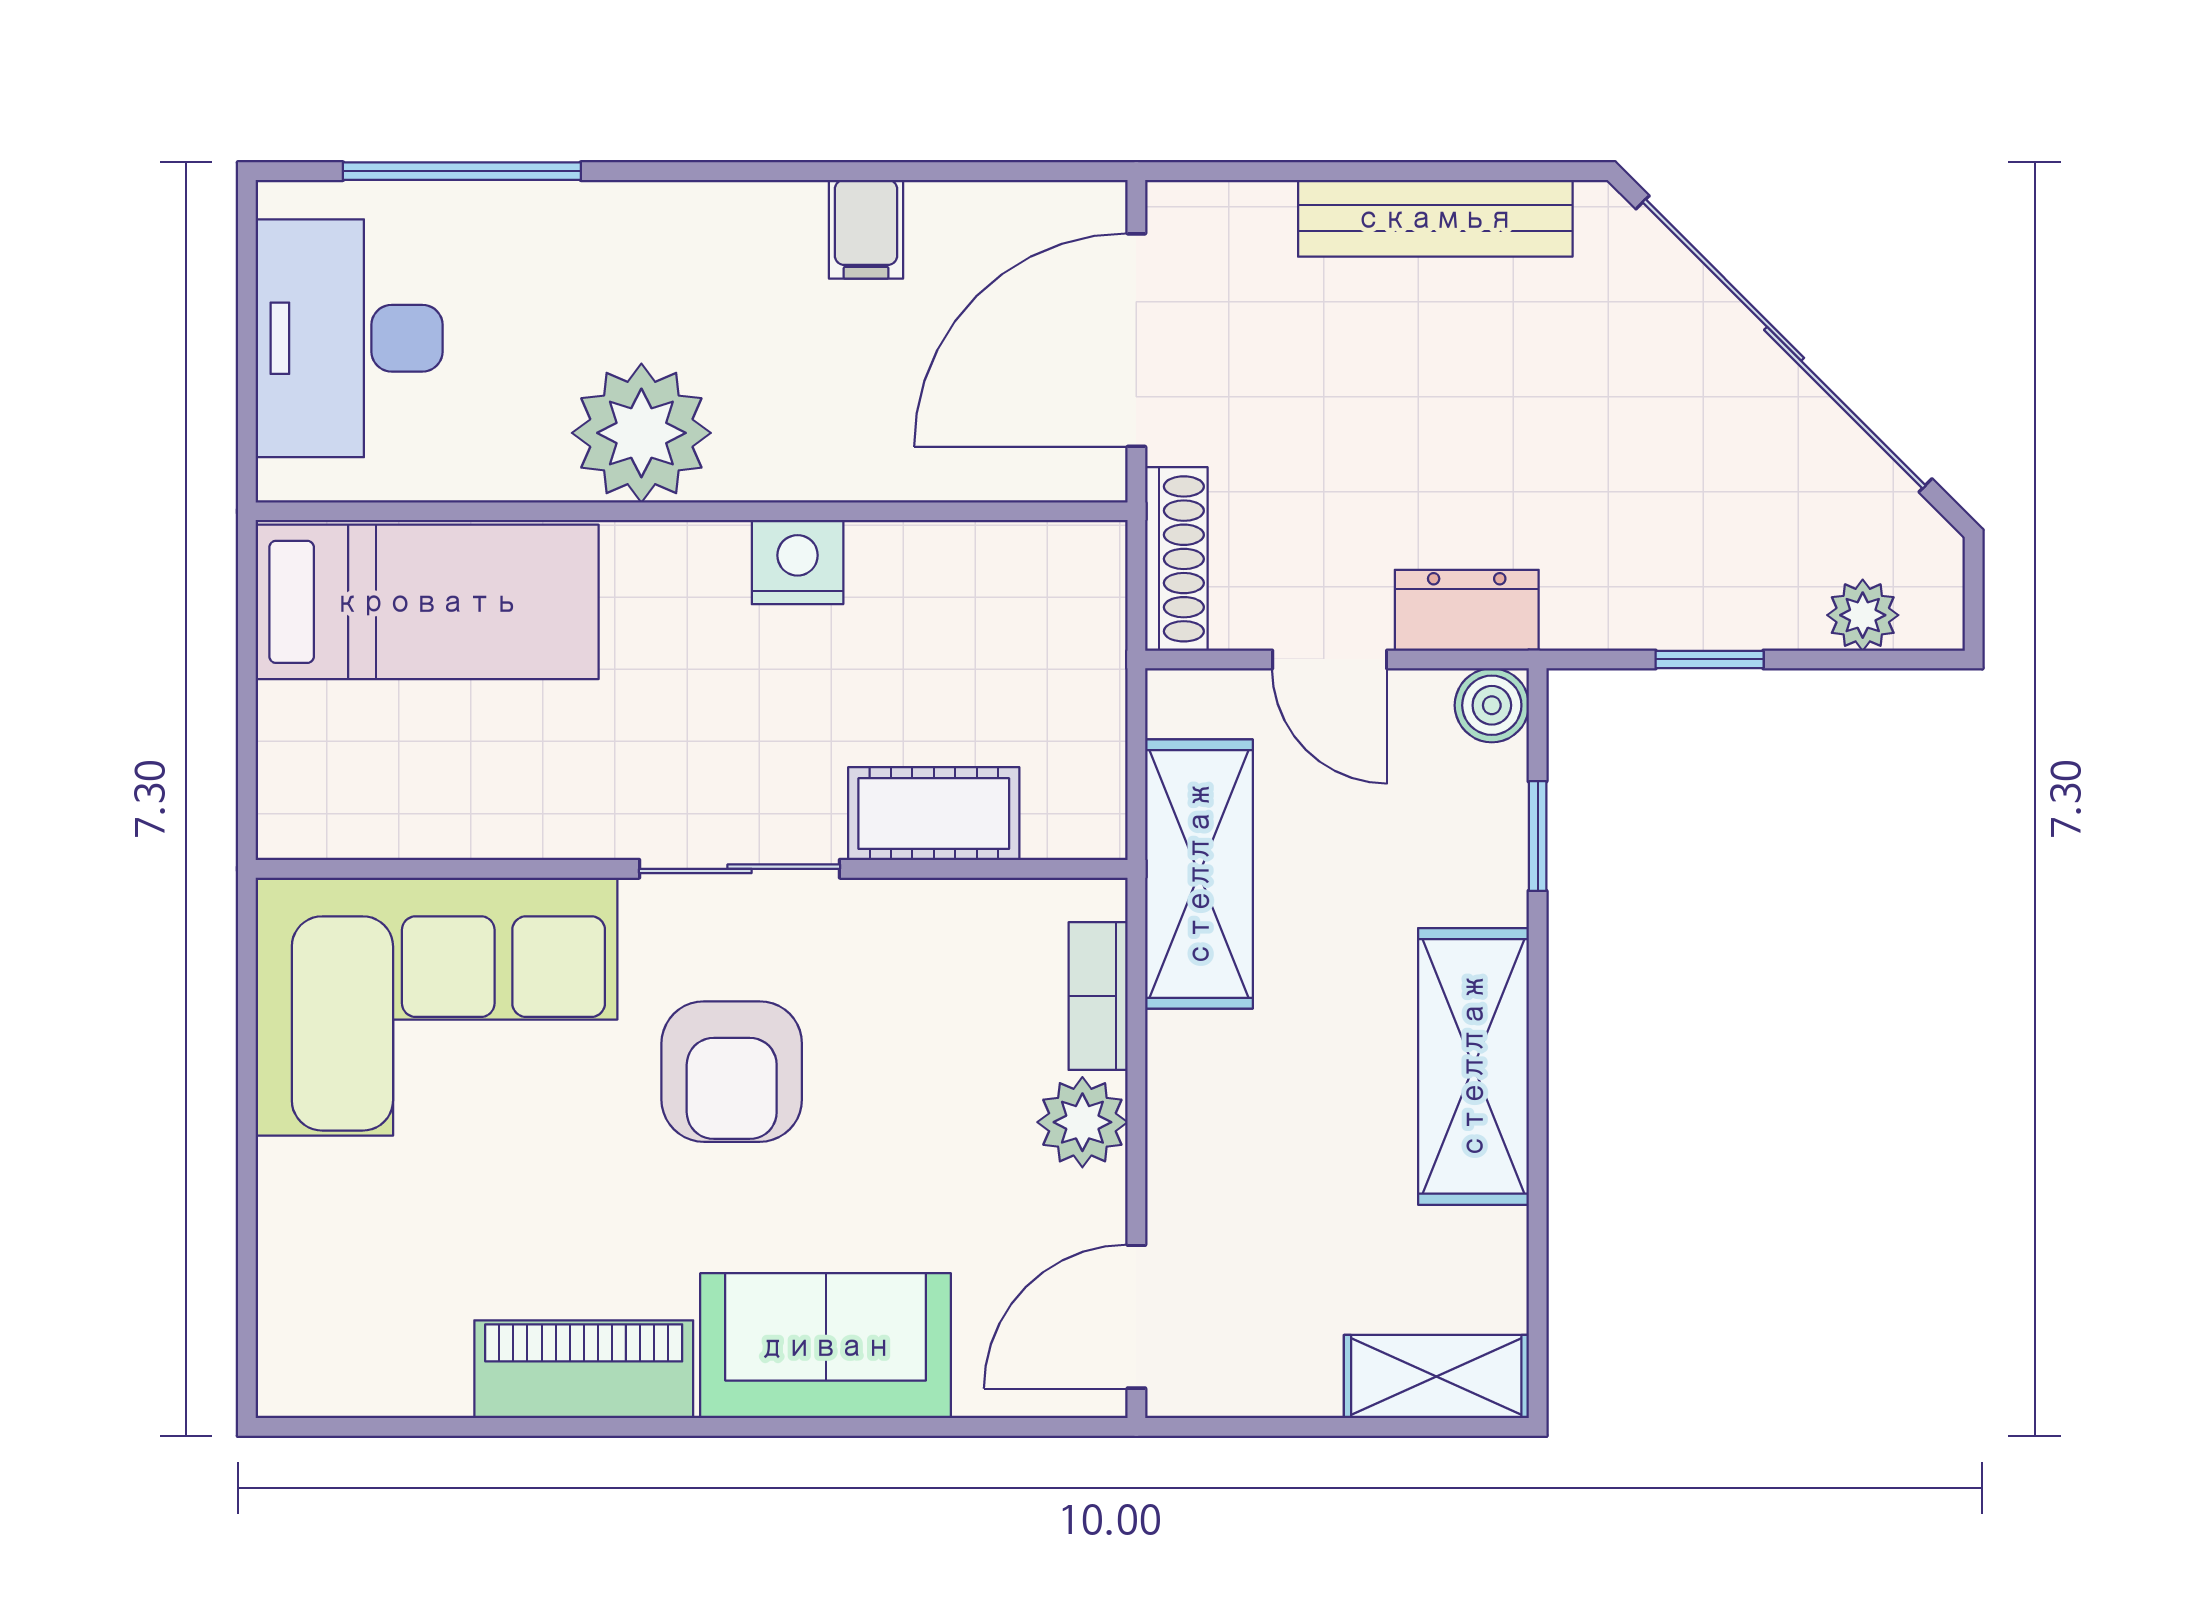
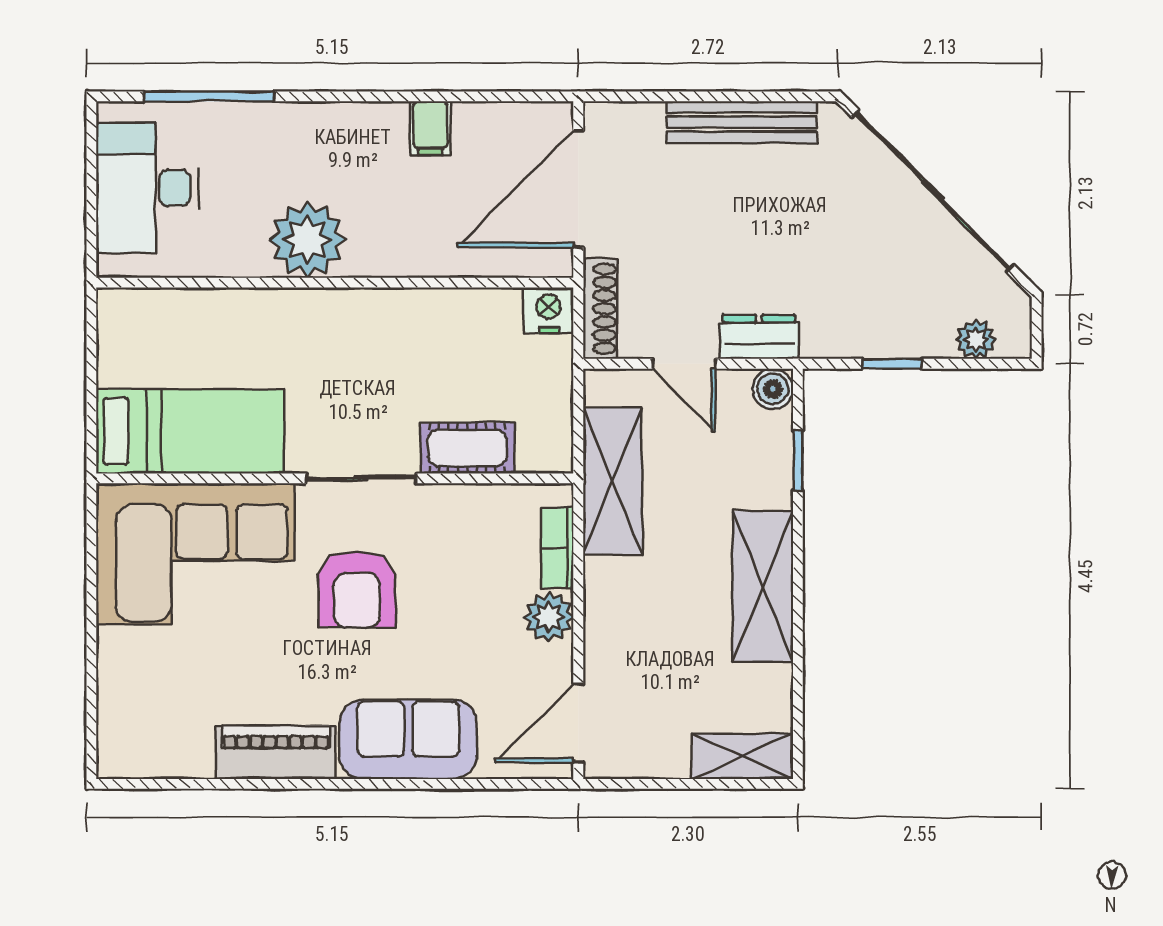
nightstand: (798, 562) -> (548, 310), moved
bed: (427, 602) -> (190, 431), moved

